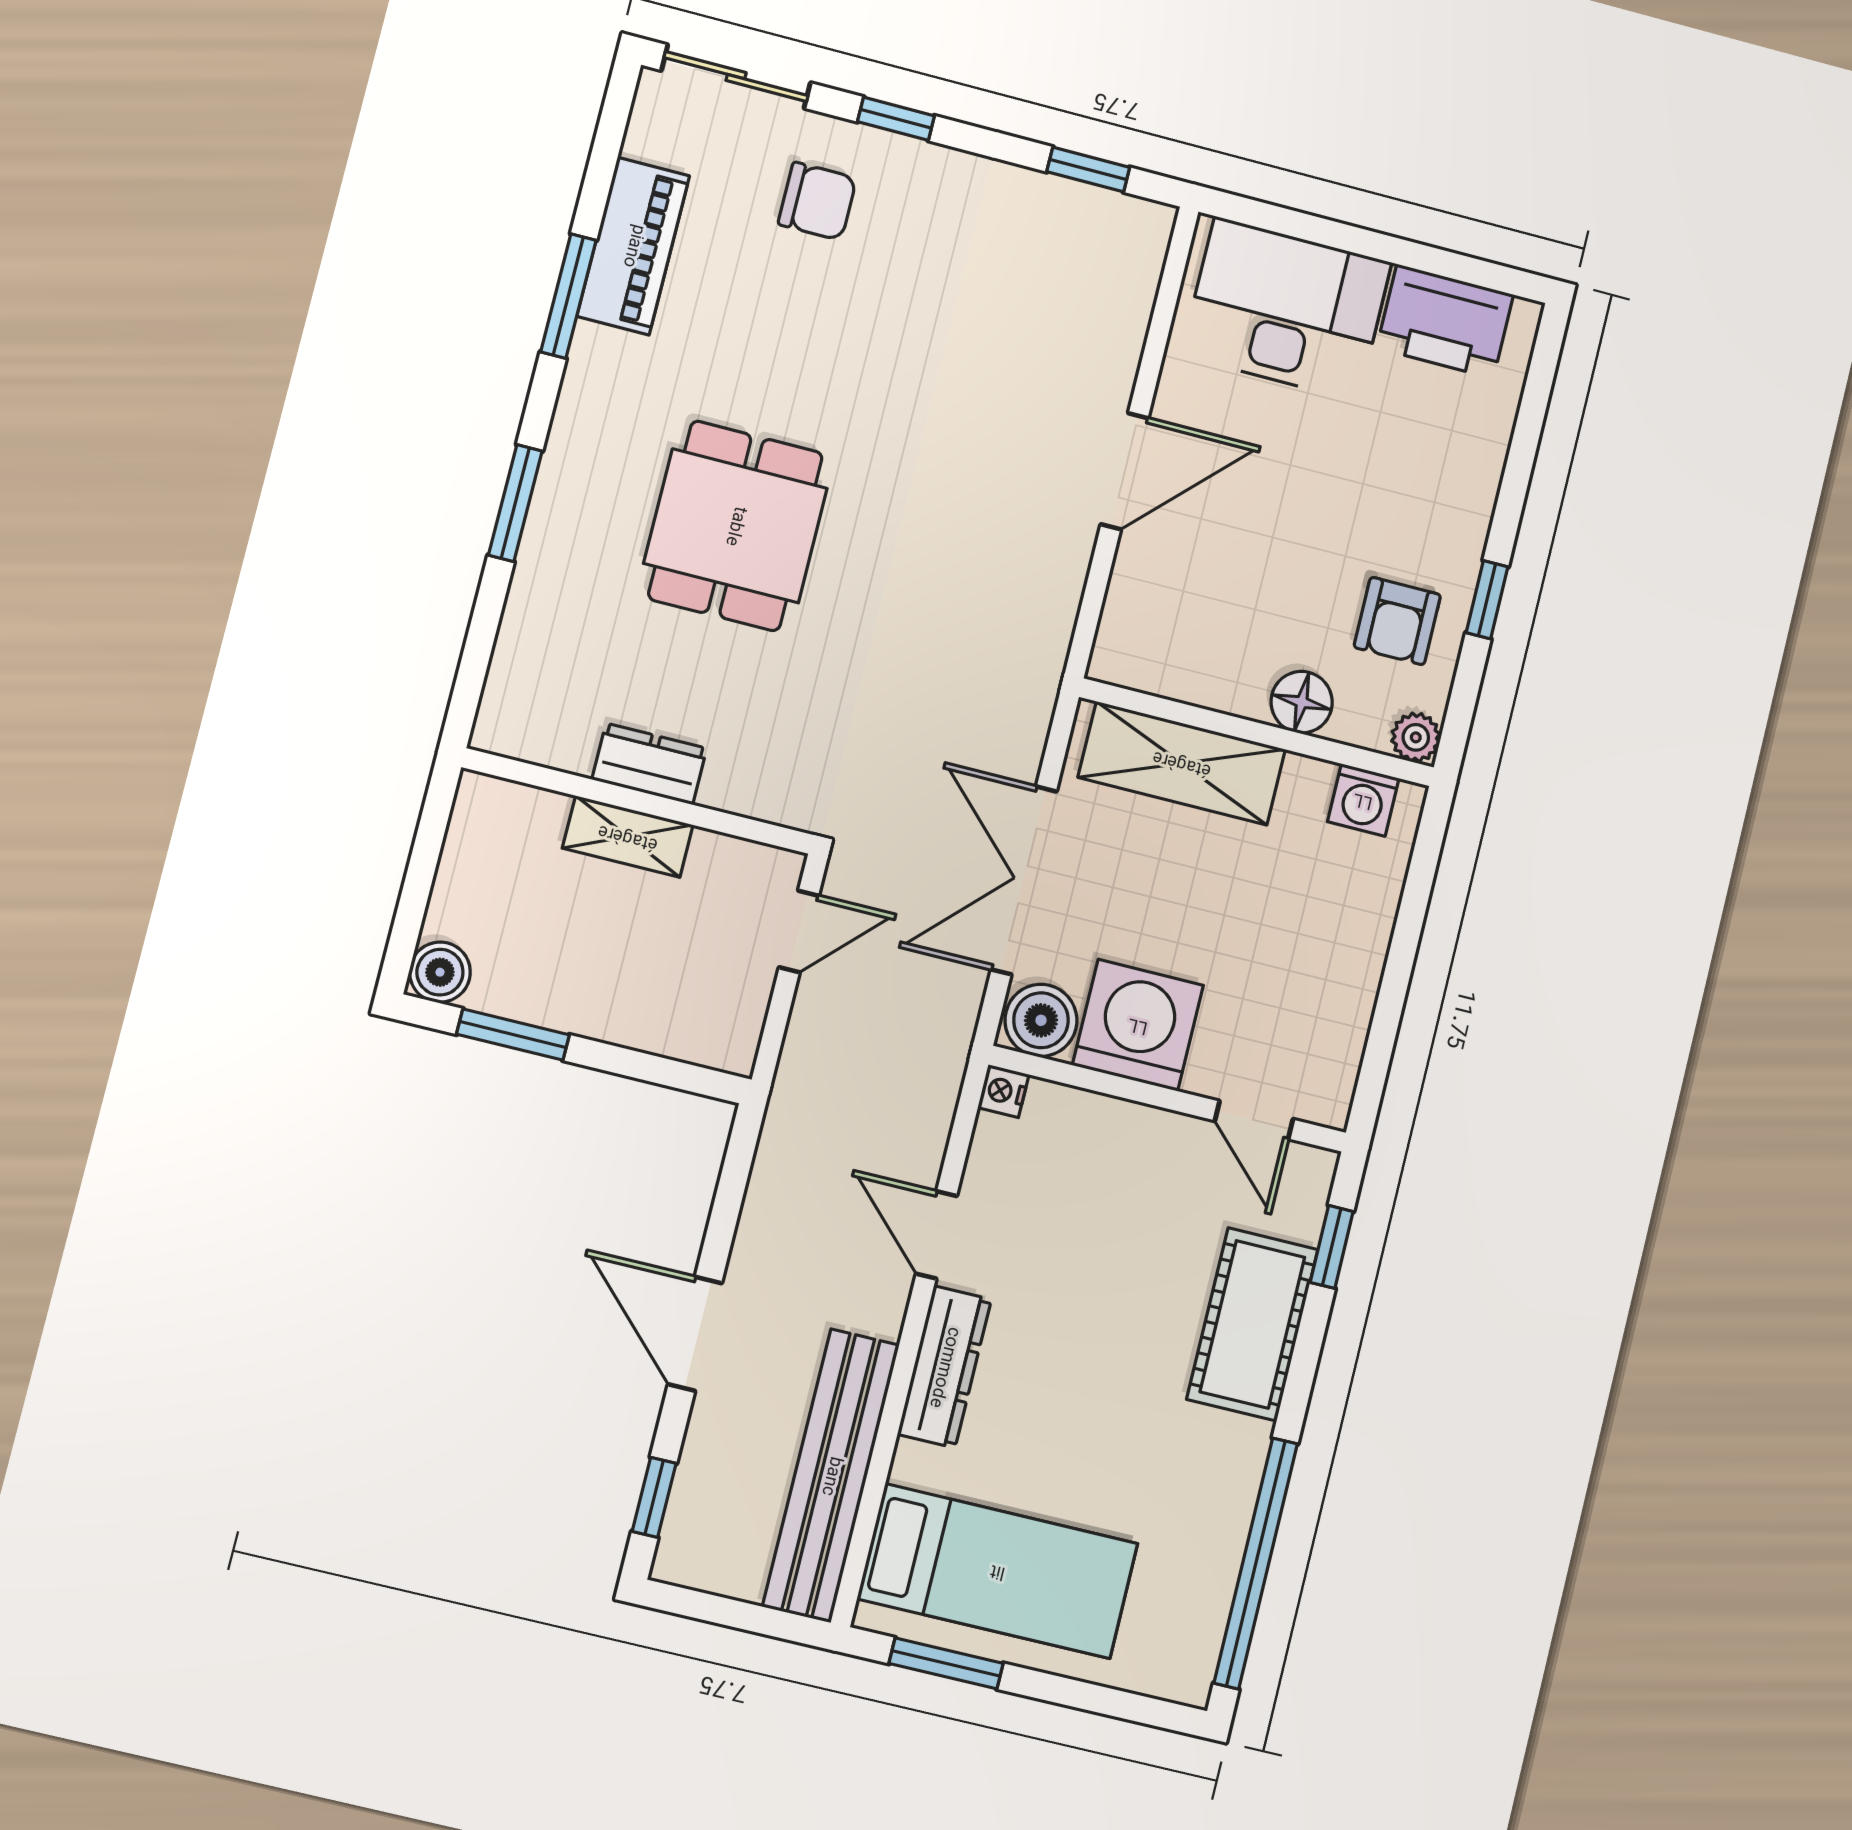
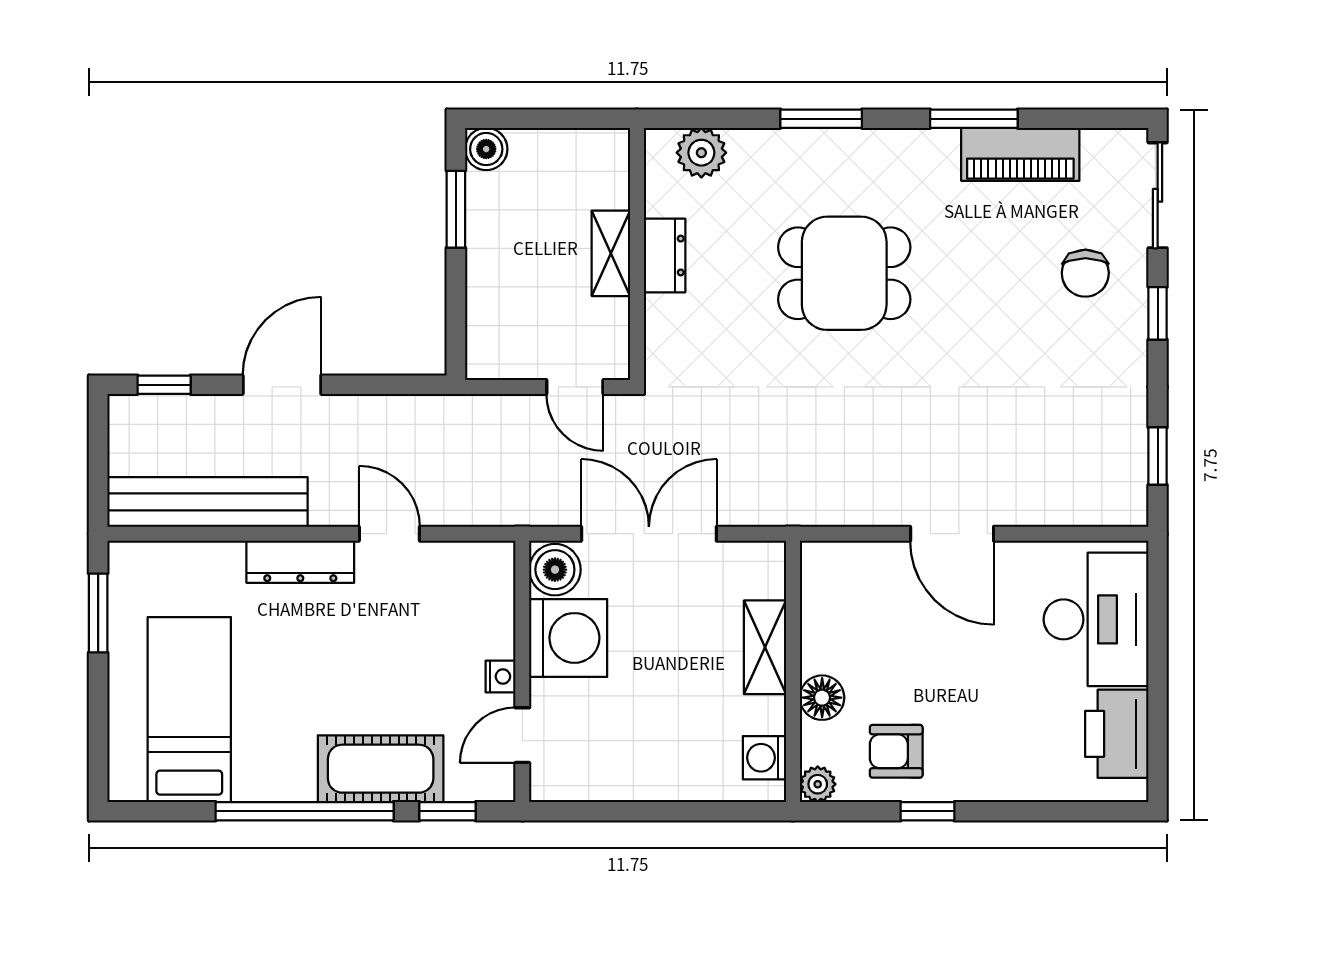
plant: (520, 678) -> (701, 153), added
shelving: (1182, 763) -> (765, 647), width x0.67, depth x0.75
nightstand: (1003, 1091) -> (501, 676), moved, turned 90
door: (936, 1235) -> (389, 534), hinge flipped
window: (1256, 1563) -> (305, 811), moved
bed: (998, 1571) -> (189, 710), moved, turned 180

